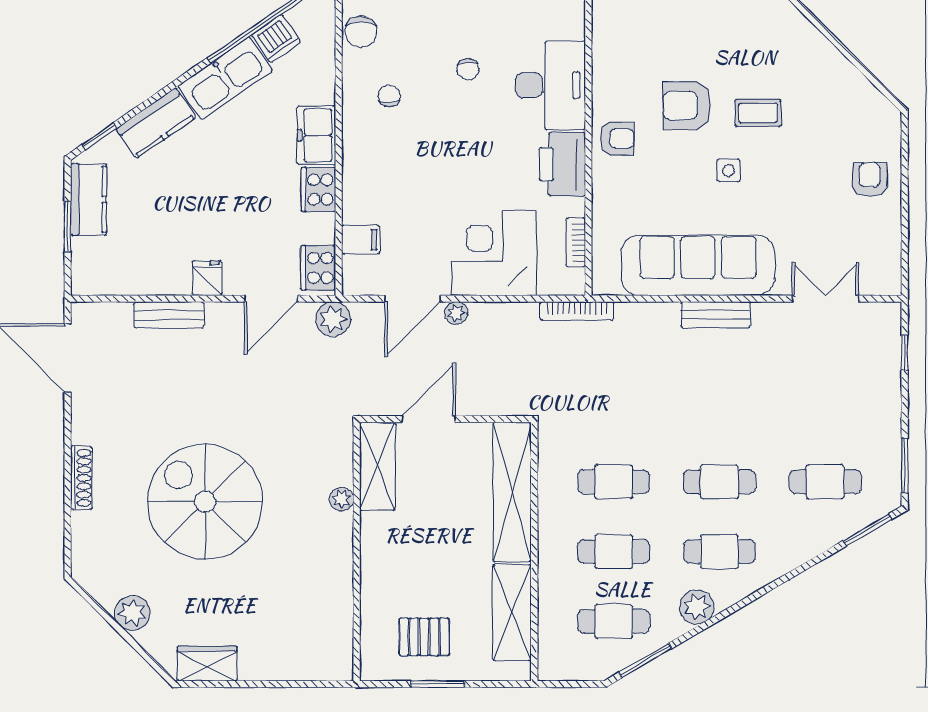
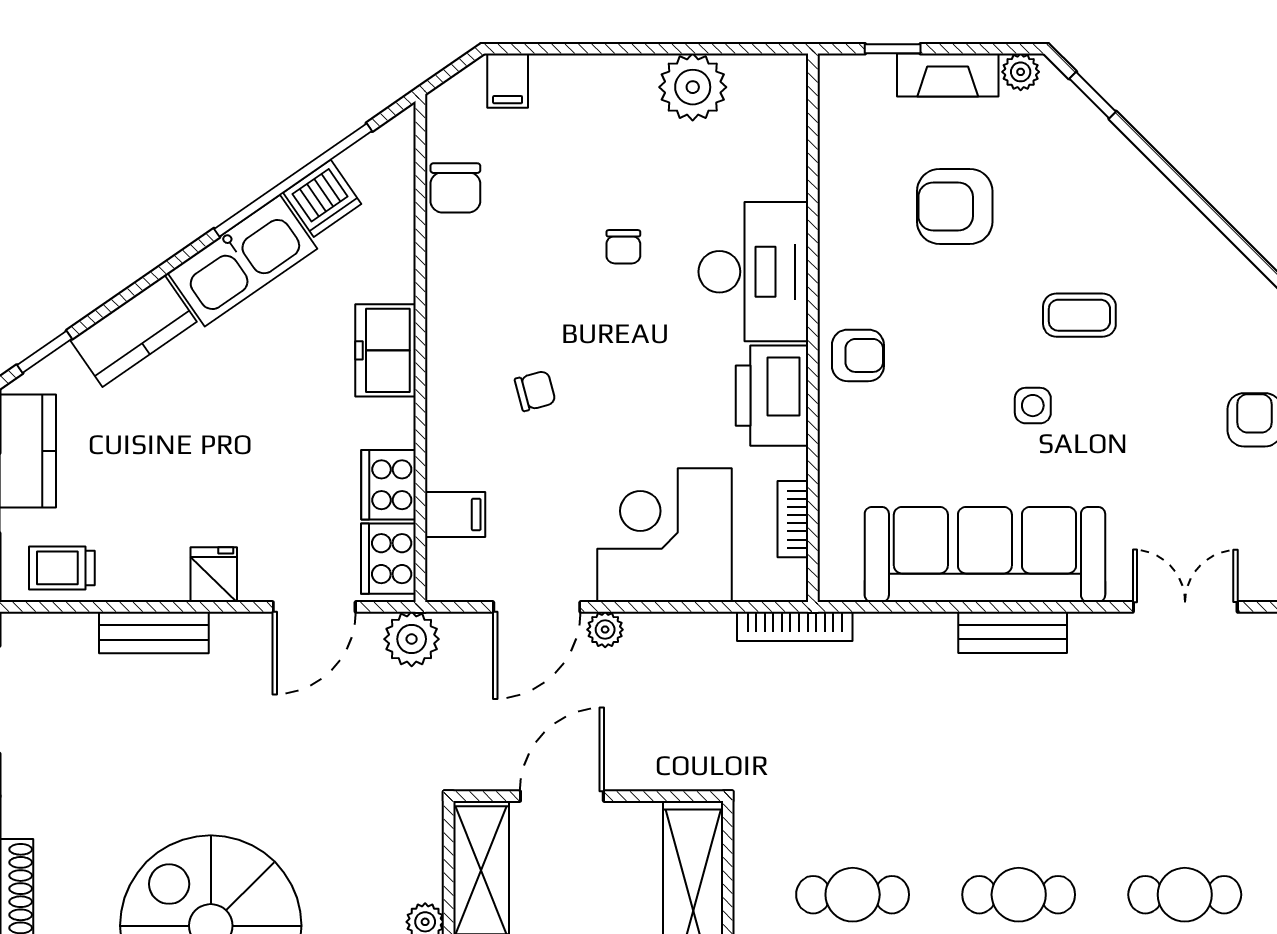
chair: (389, 96) -> (535, 391), moved, turned 75
armchair: (687, 105) -> (955, 206), moved
cooker: (318, 189) -> (389, 485), moved
trolley: (110, 274) -> (62, 568), added

